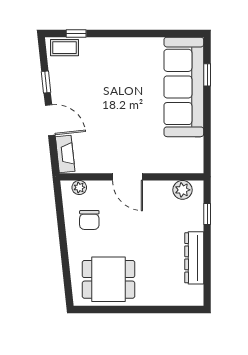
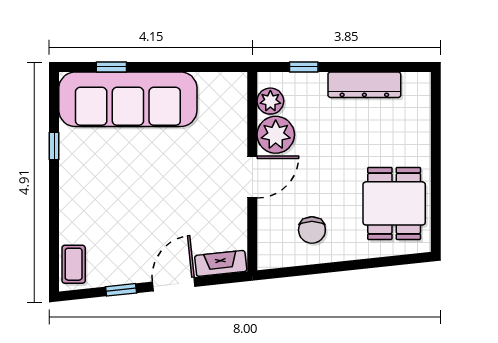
window: (76, 34) -> (54, 146), moved
plant: (79, 187) -> (276, 135), moved, width x1.88, depth x1.88
chair: (89, 220) -> (312, 230), turned 90

